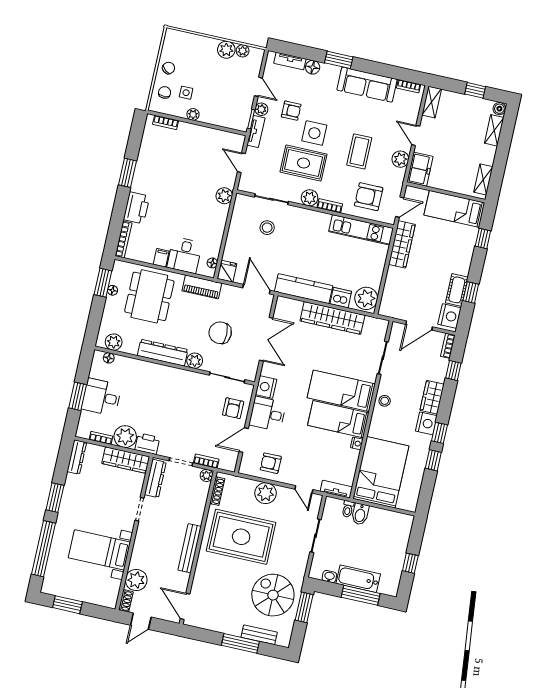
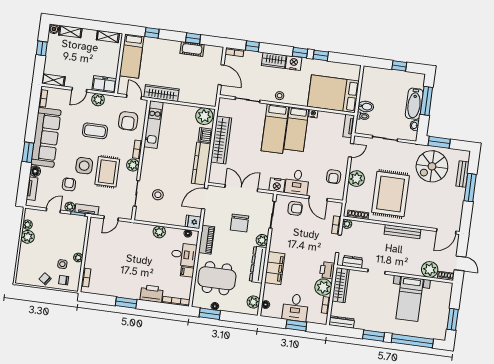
sofa: (367, 85) -> (46, 137), width x1.36, depth x1.27
plant: (224, 196) -> (159, 232), moved
nightstand: (450, 316) -> (212, 53), removed
filing cabinet: (156, 374) -> (275, 268), added
dresser: (155, 478) -> (353, 262), width x0.70

